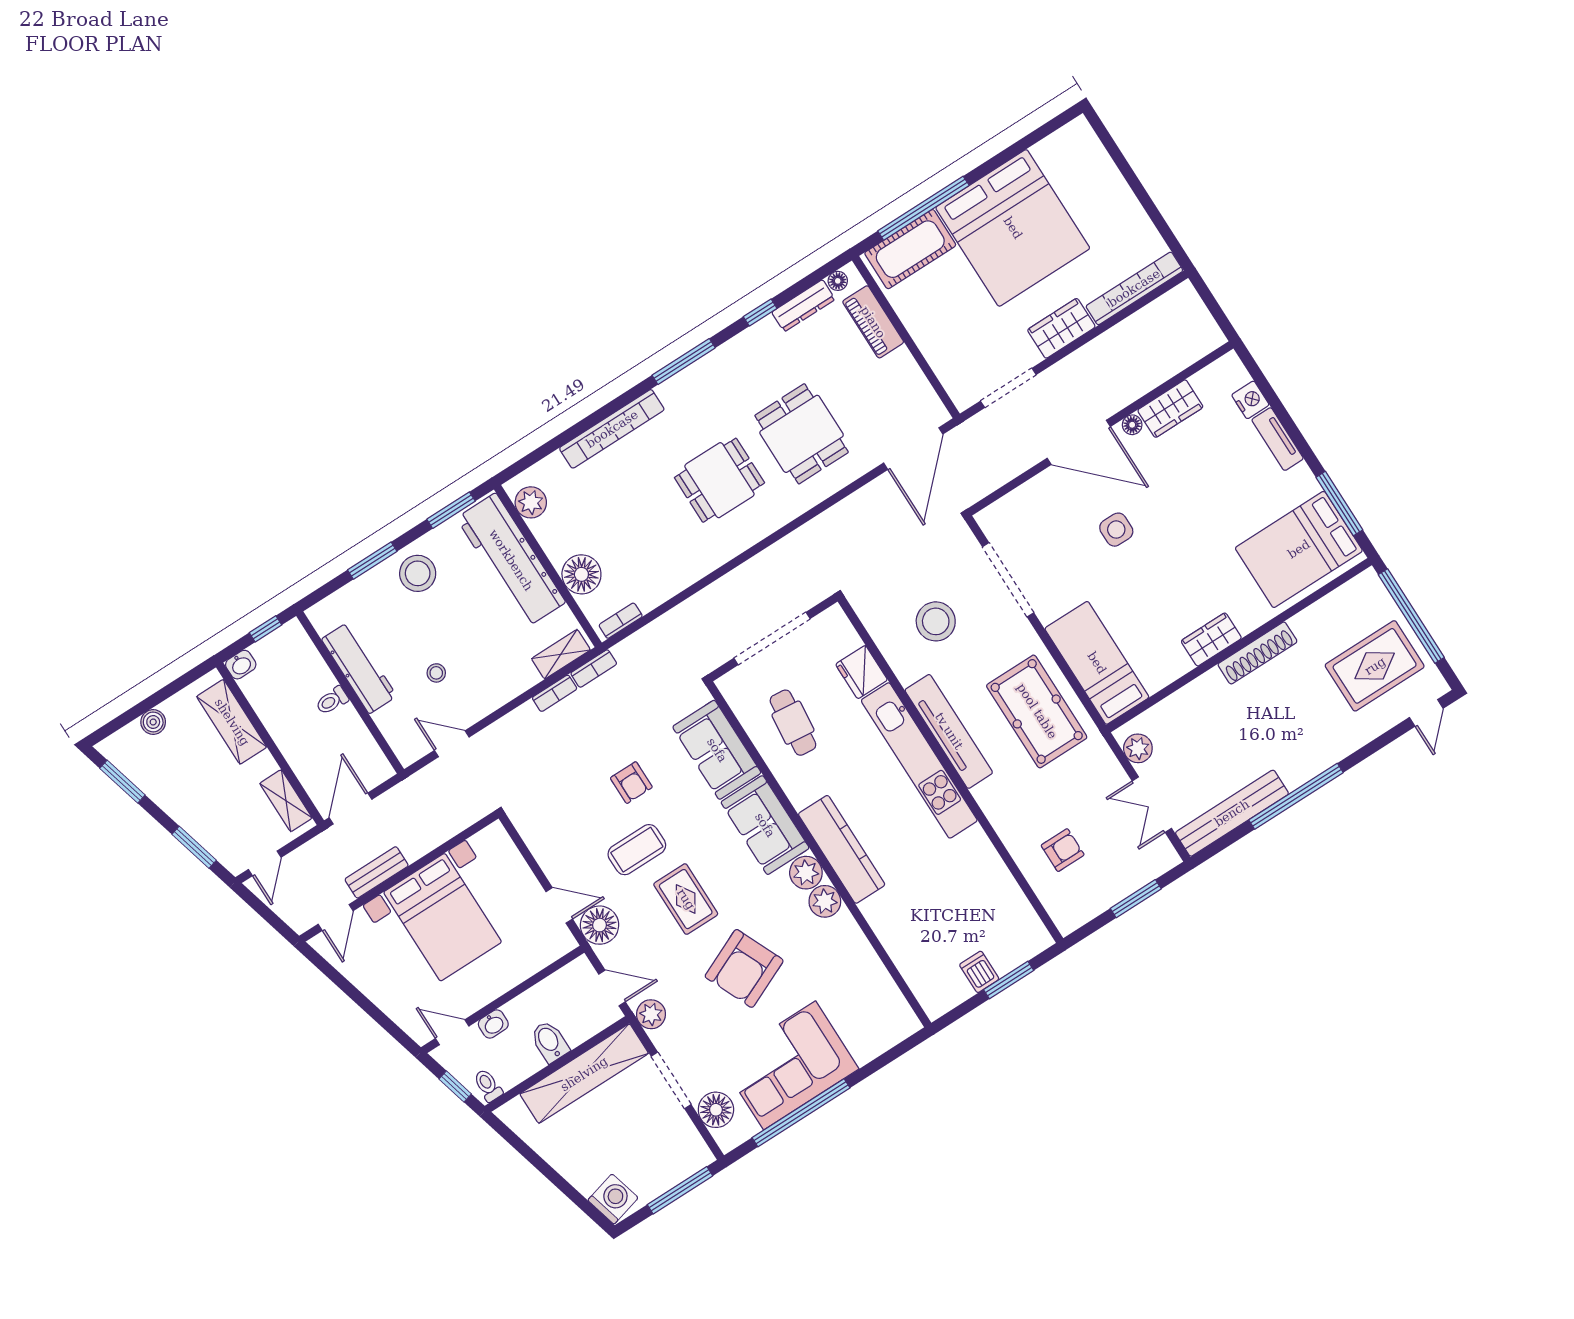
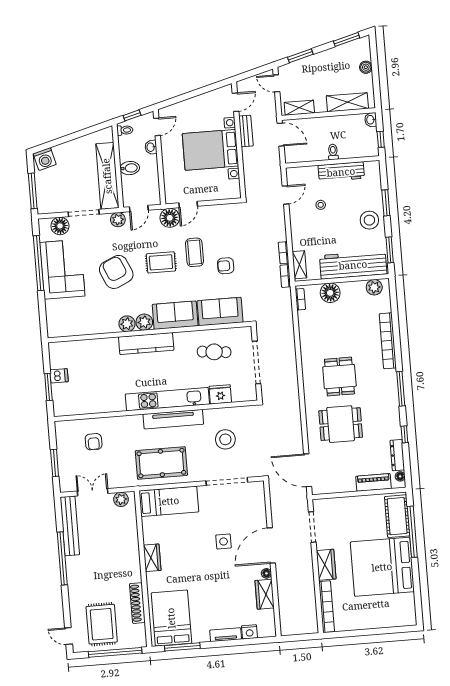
shoe rack: (1257, 653) -> (137, 603), moved
door: (336, 918) -> (236, 102), swing flipped

